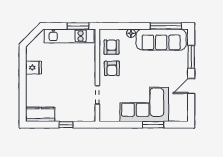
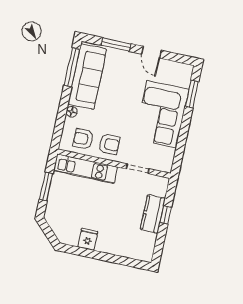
window: (78, 26) -> (46, 186), moved
kitchen unit: (69, 36) -> (85, 169), moved, turned 90
kitchen counter: (40, 114) -> (153, 214), moved
window: (153, 125) -> (192, 94), moved

